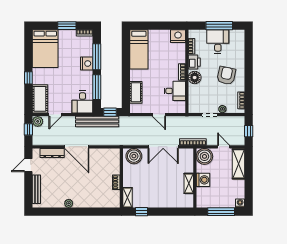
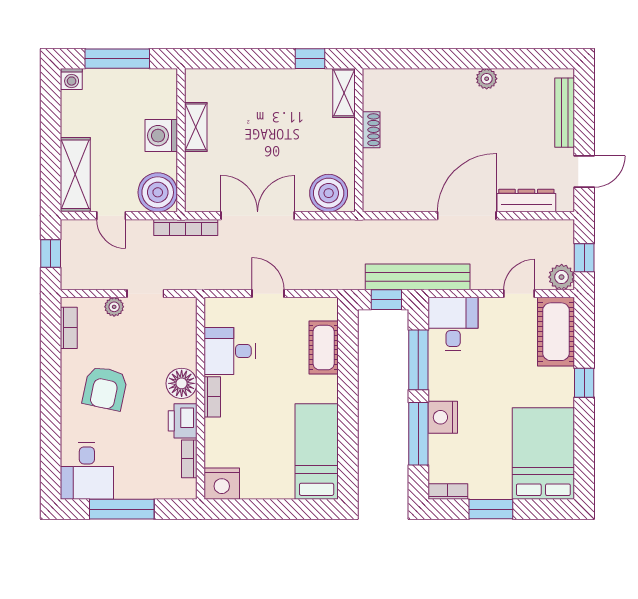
desk: (218, 41) -> (87, 471), moved
door: (77, 147) -> (467, 216), hinge flipped

